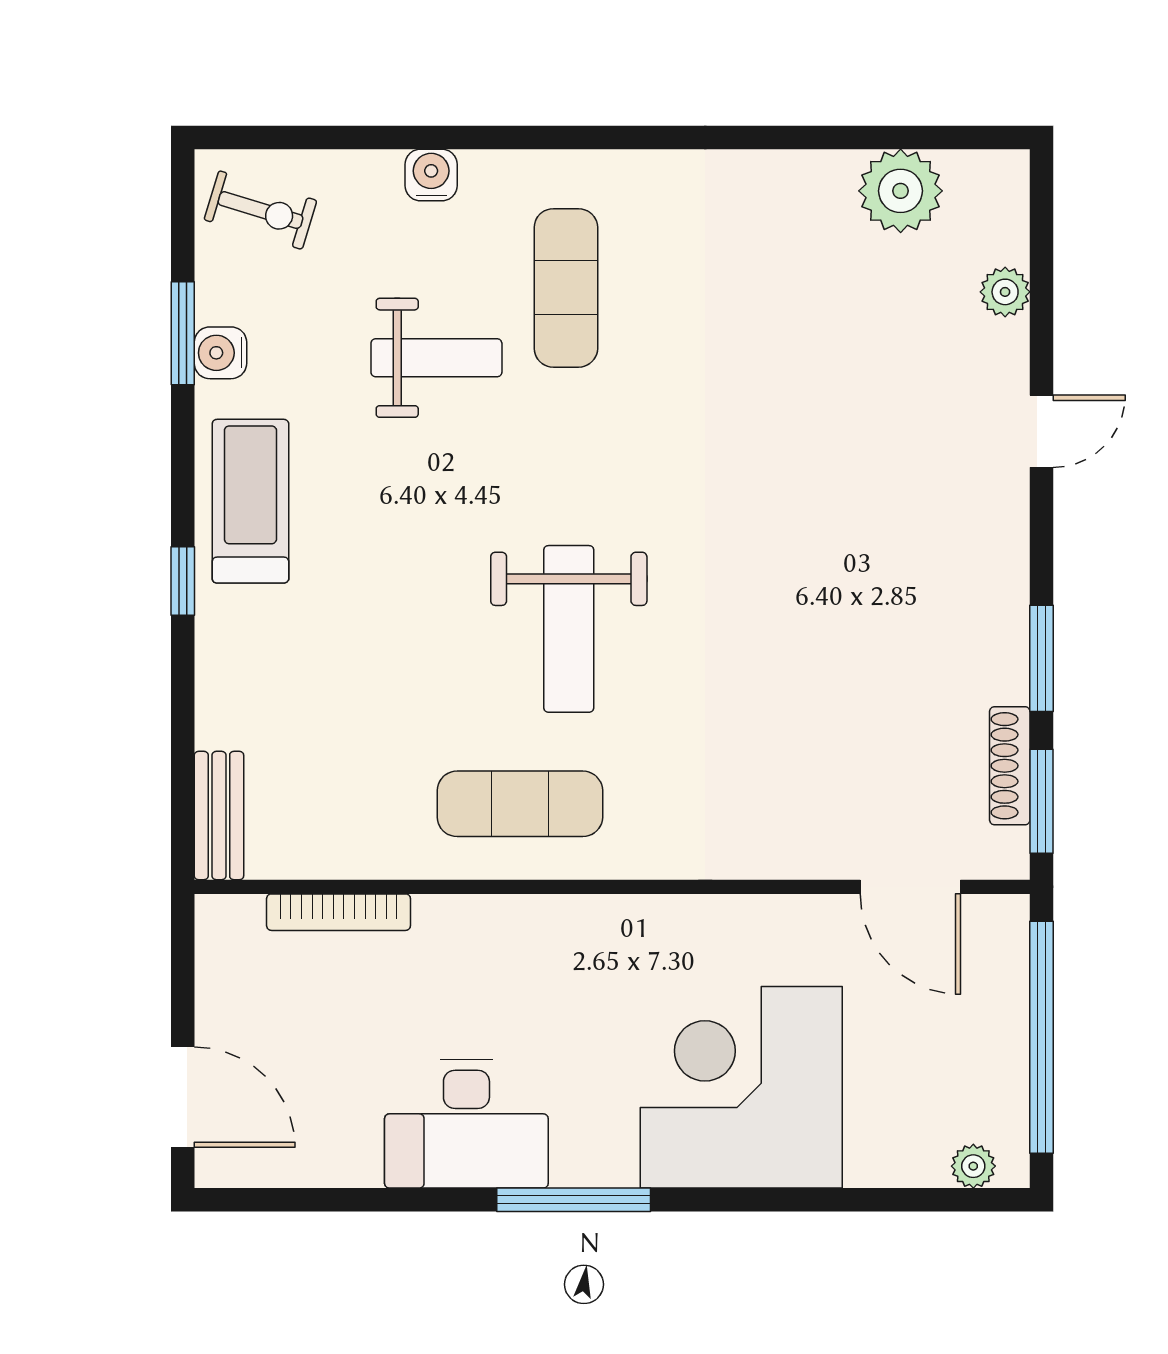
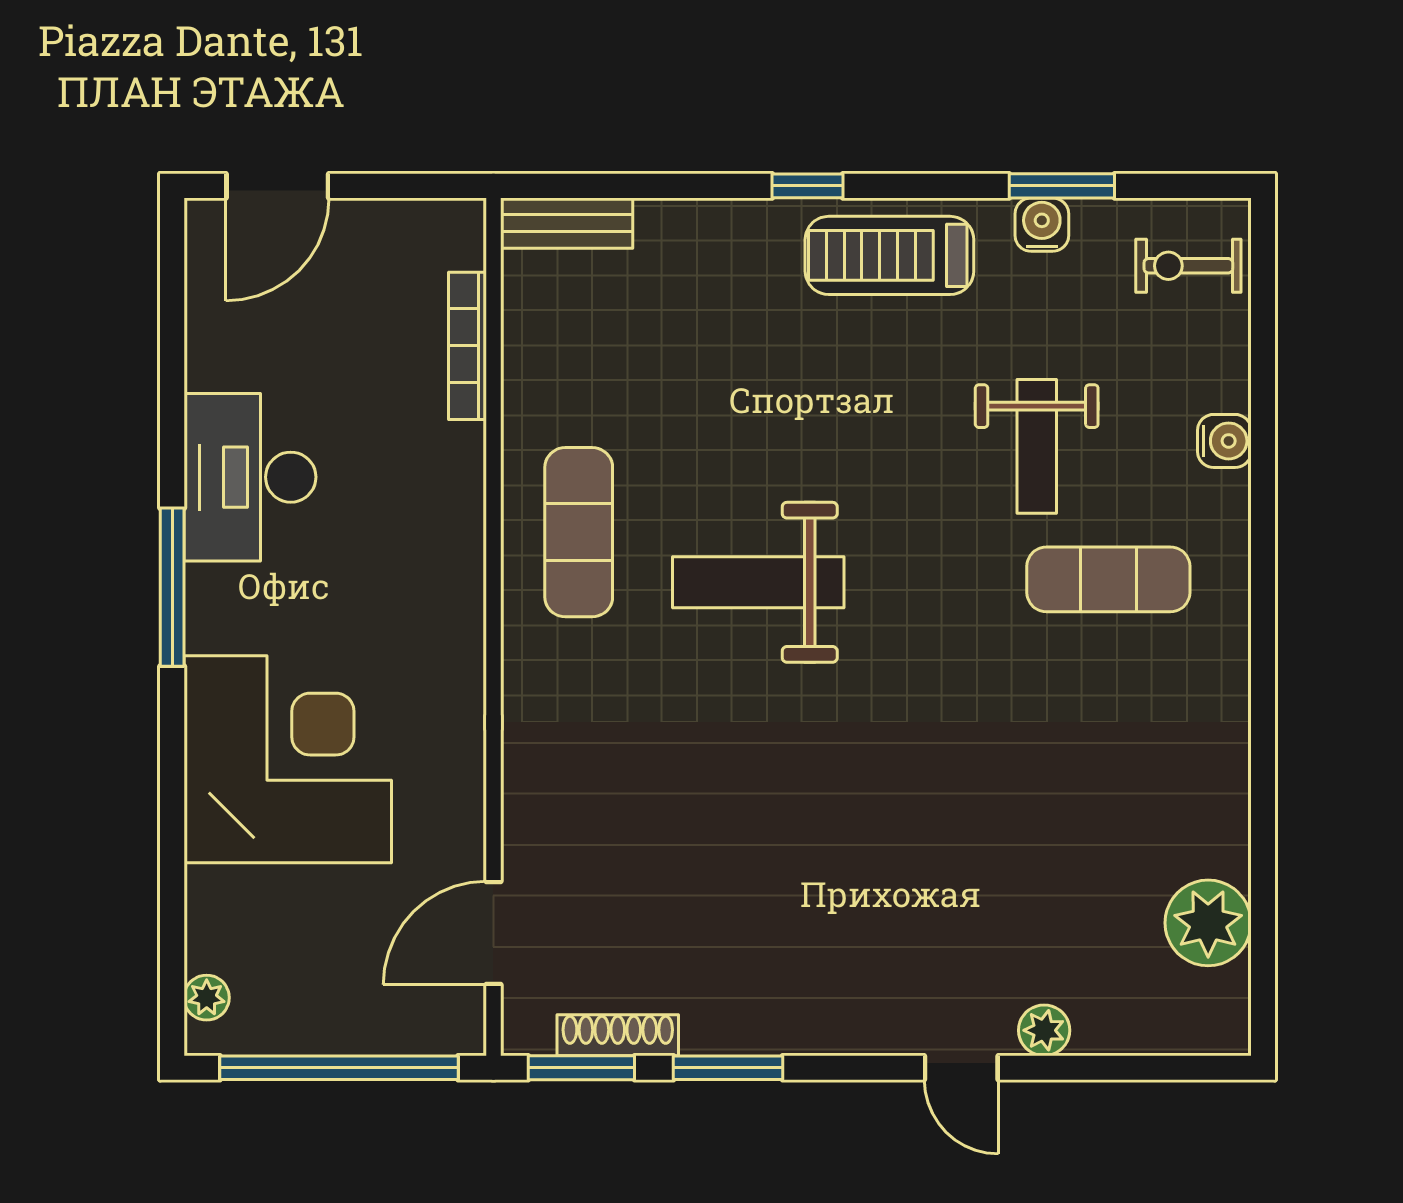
exercise bike: (261, 210) -> (1188, 266), turned 73
plant: (1005, 292) -> (1044, 1030), moved
treadmill: (250, 501) -> (889, 255), turned 180

